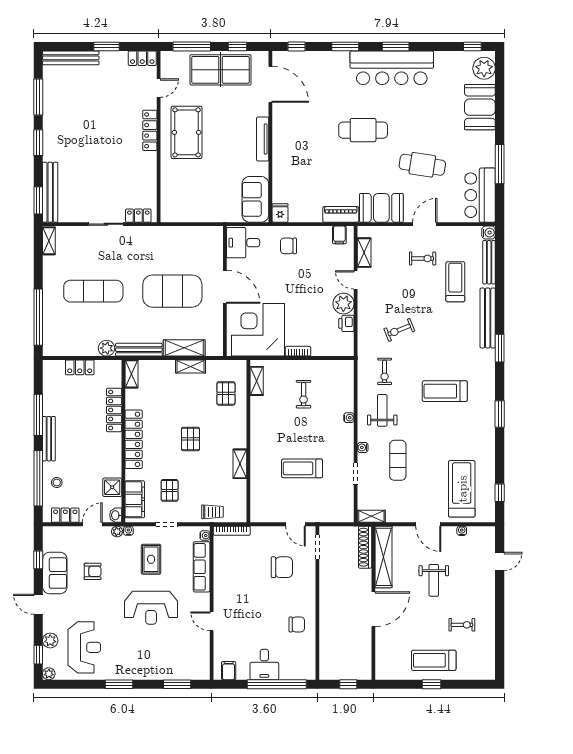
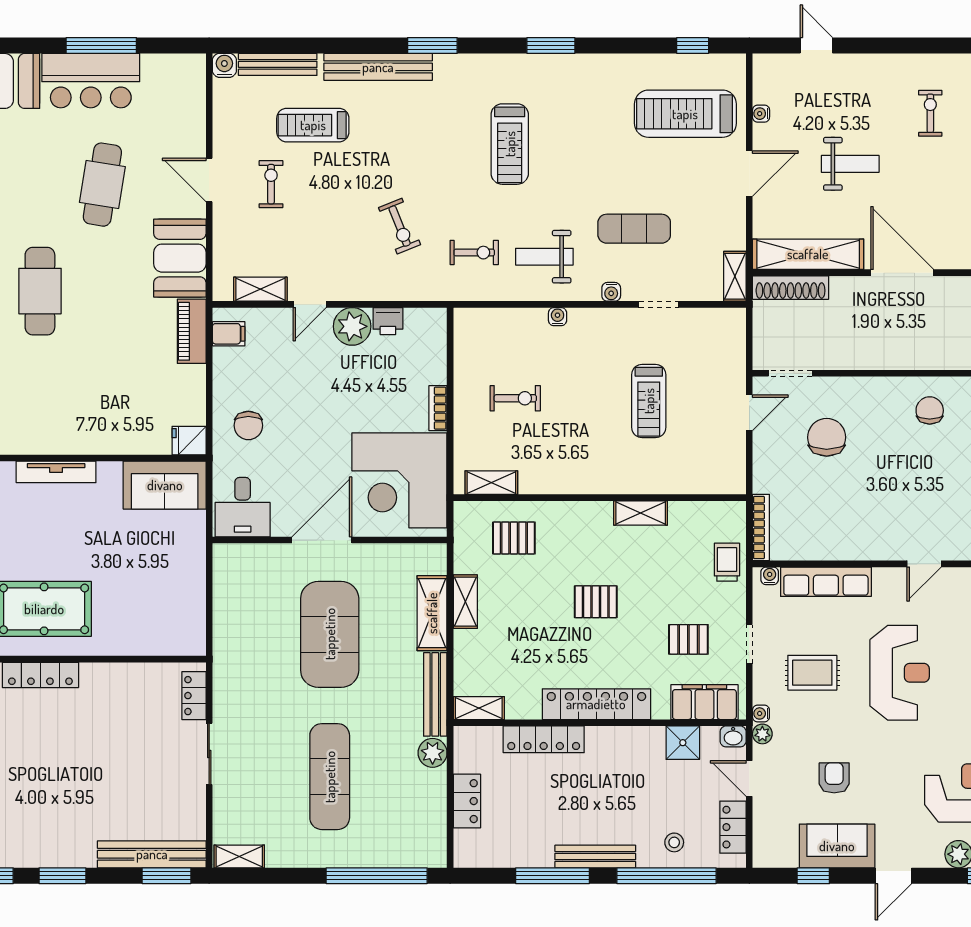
bar counter: (480, 195) -> (91, 81), moved

